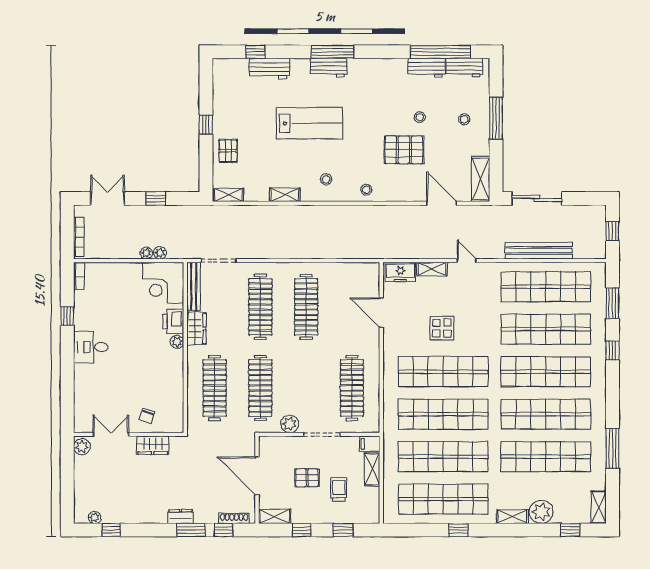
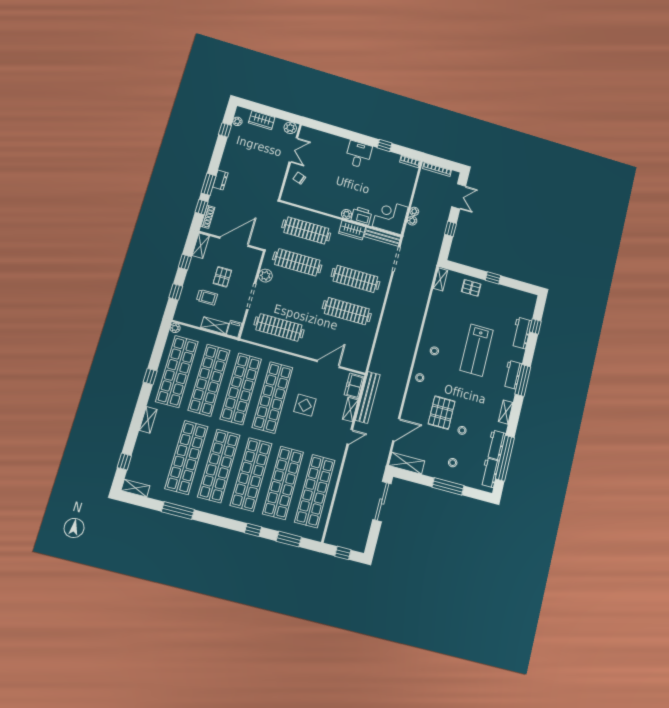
shelving: (285, 195) -> (506, 412), moved
bench: (539, 251) -> (368, 397), moved
wardrobe: (153, 445) -> (262, 120), moved, turned -90
plant: (541, 512) -> (175, 328), moved, width x0.53, depth x0.53

